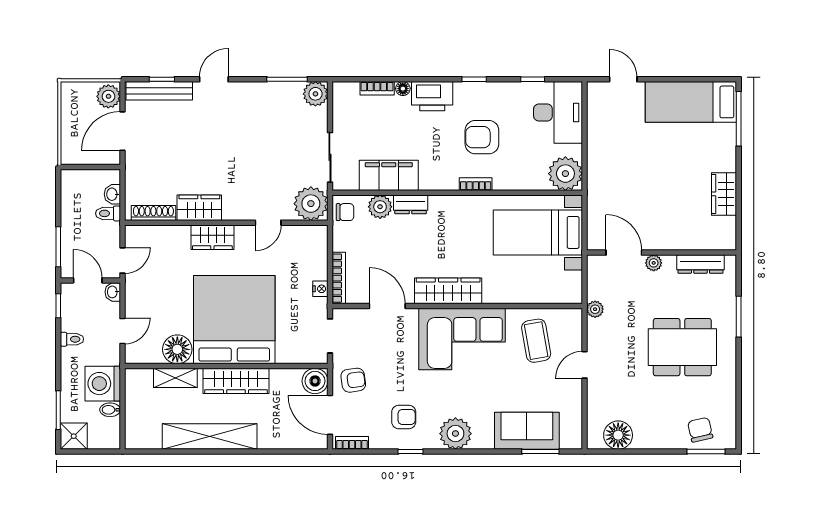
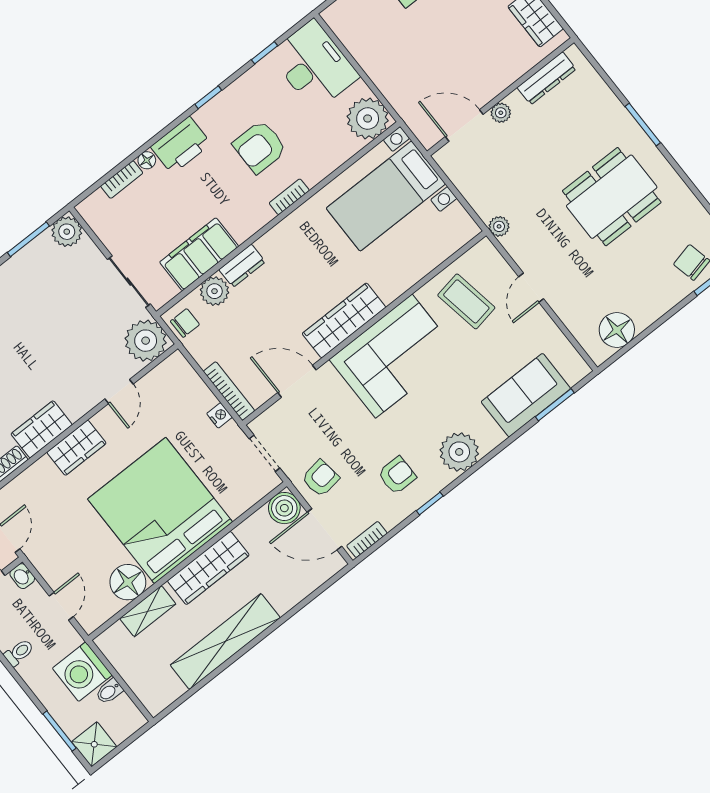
door: (624, 253) -> (464, 125), moved
wall: (662, 253) -> (501, 97), moved
plant: (654, 263) -> (501, 113), moved
dresser: (700, 264) -> (547, 78), moved

